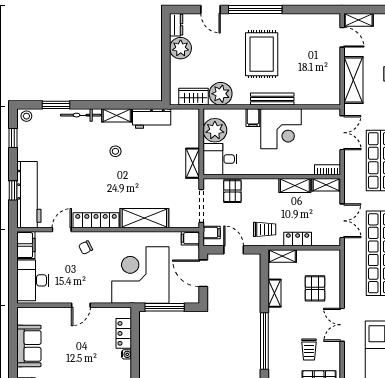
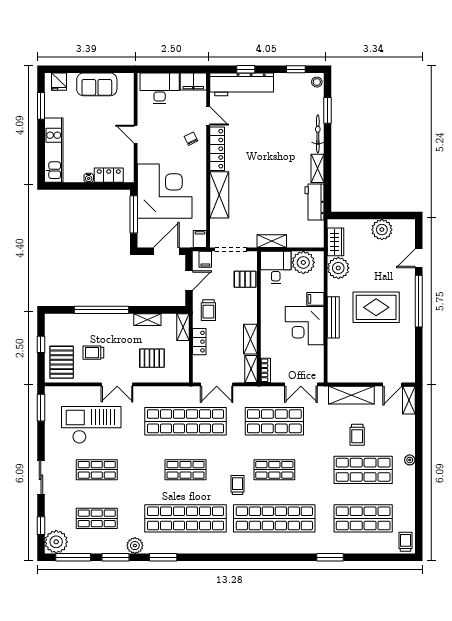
dresser: (176, 25) -> (404, 225), removed
stool: (115, 151) -> (283, 167), removed
double door: (342, 325) -> (117, 384), swing flipped

